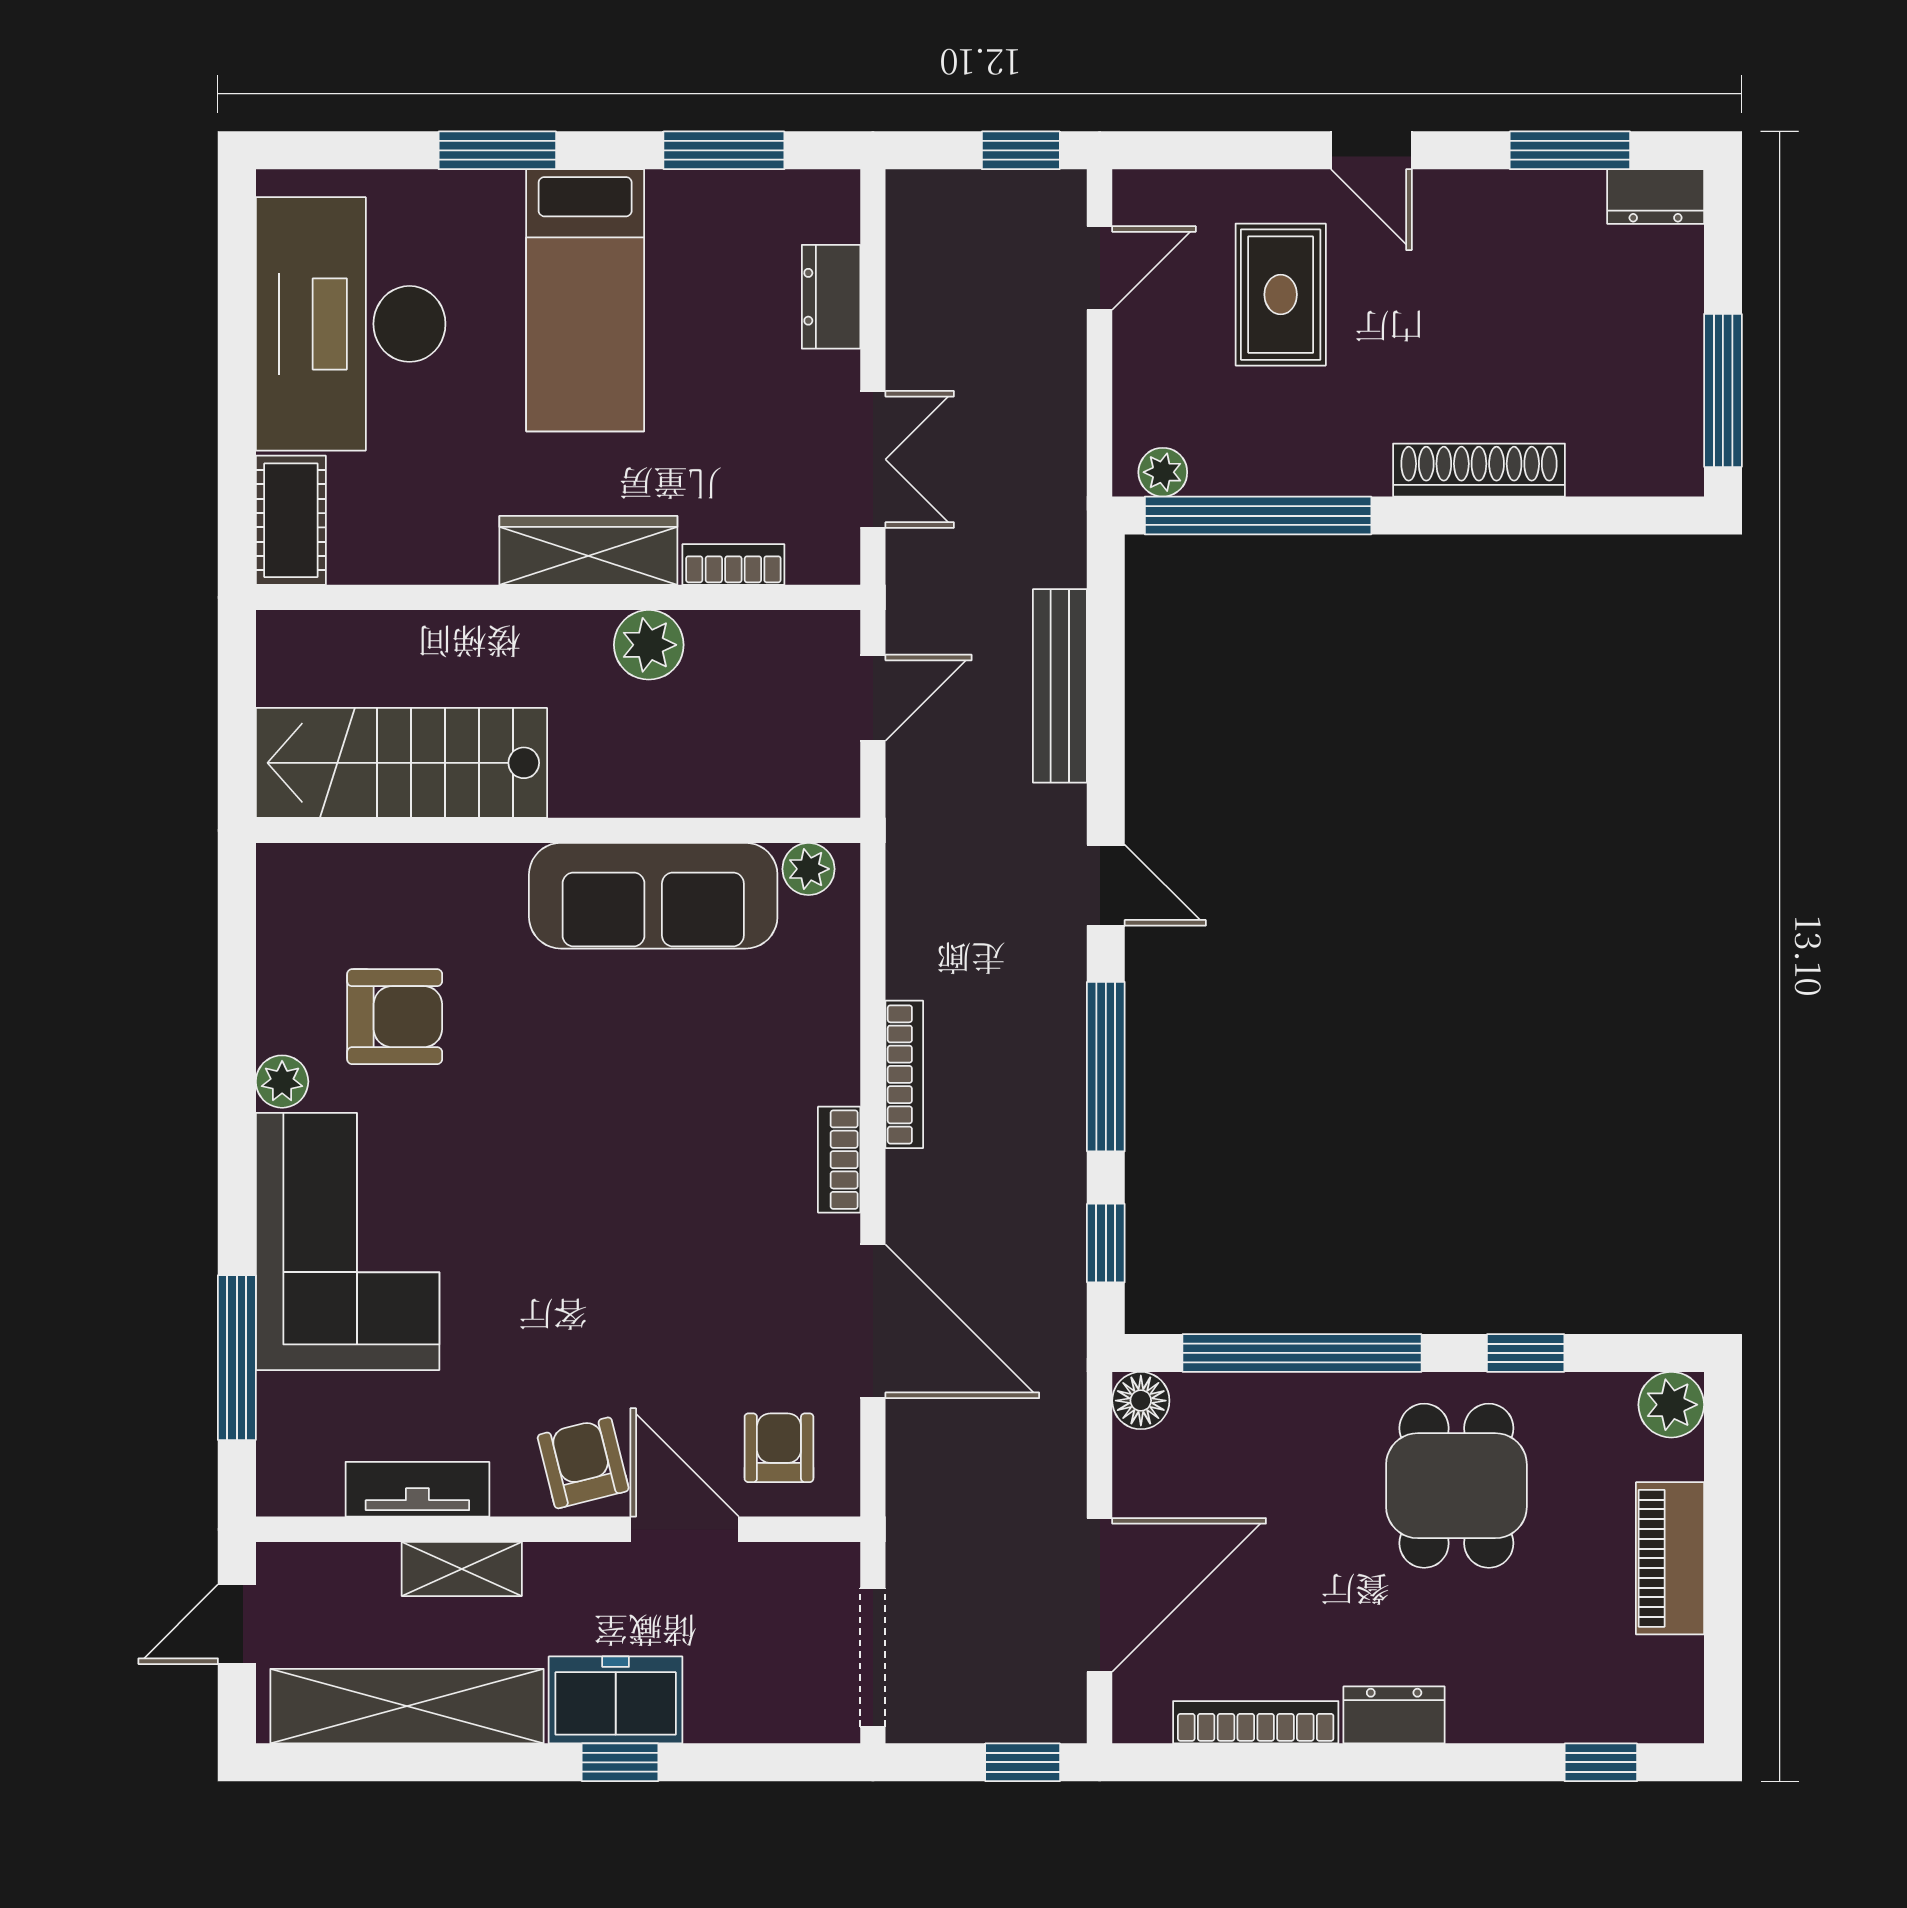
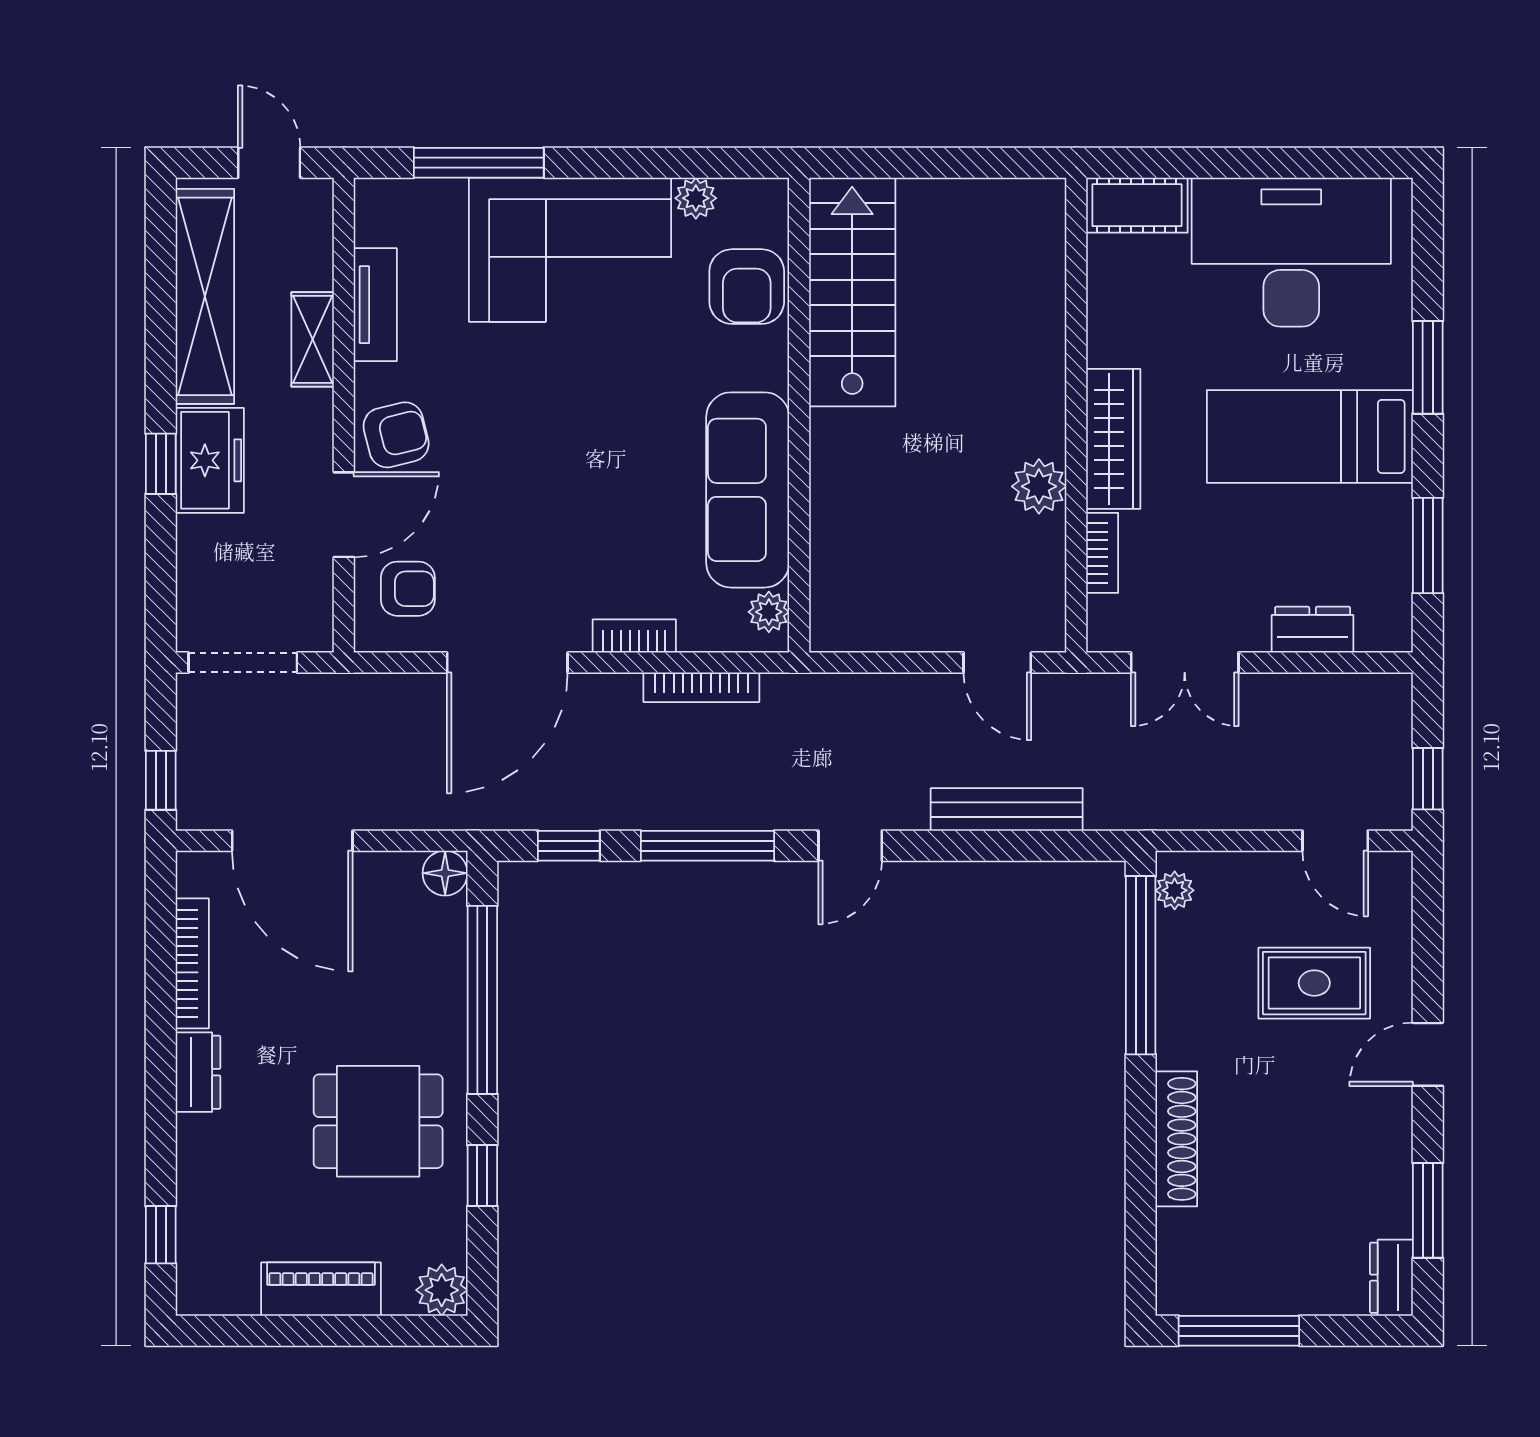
stairs: (401, 763) -> (852, 292), moved
wall: (558, 830) -> (799, 415), moved
plant: (809, 869) -> (769, 612), moved
sofa: (653, 896) -> (748, 490), moved

